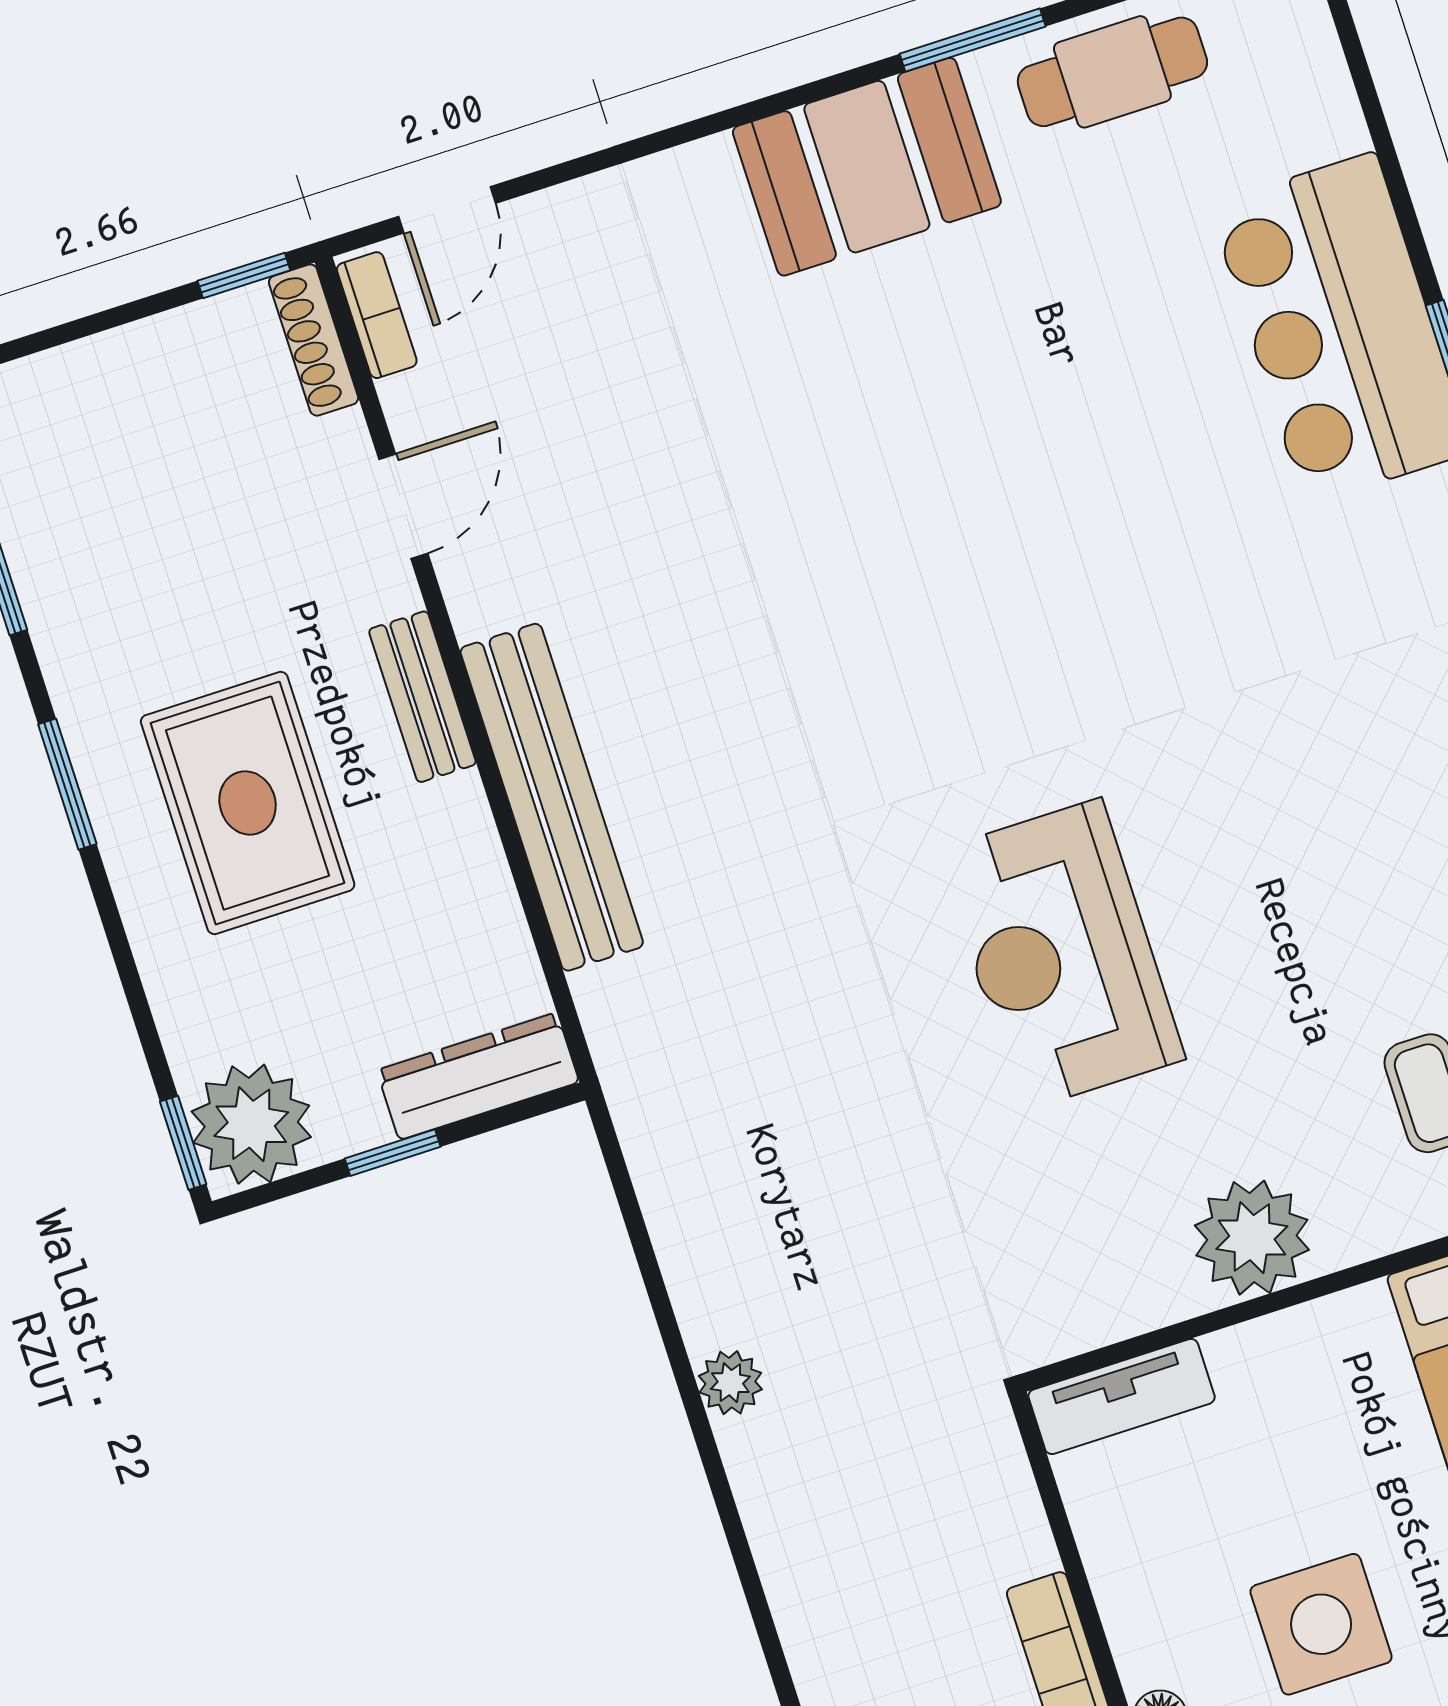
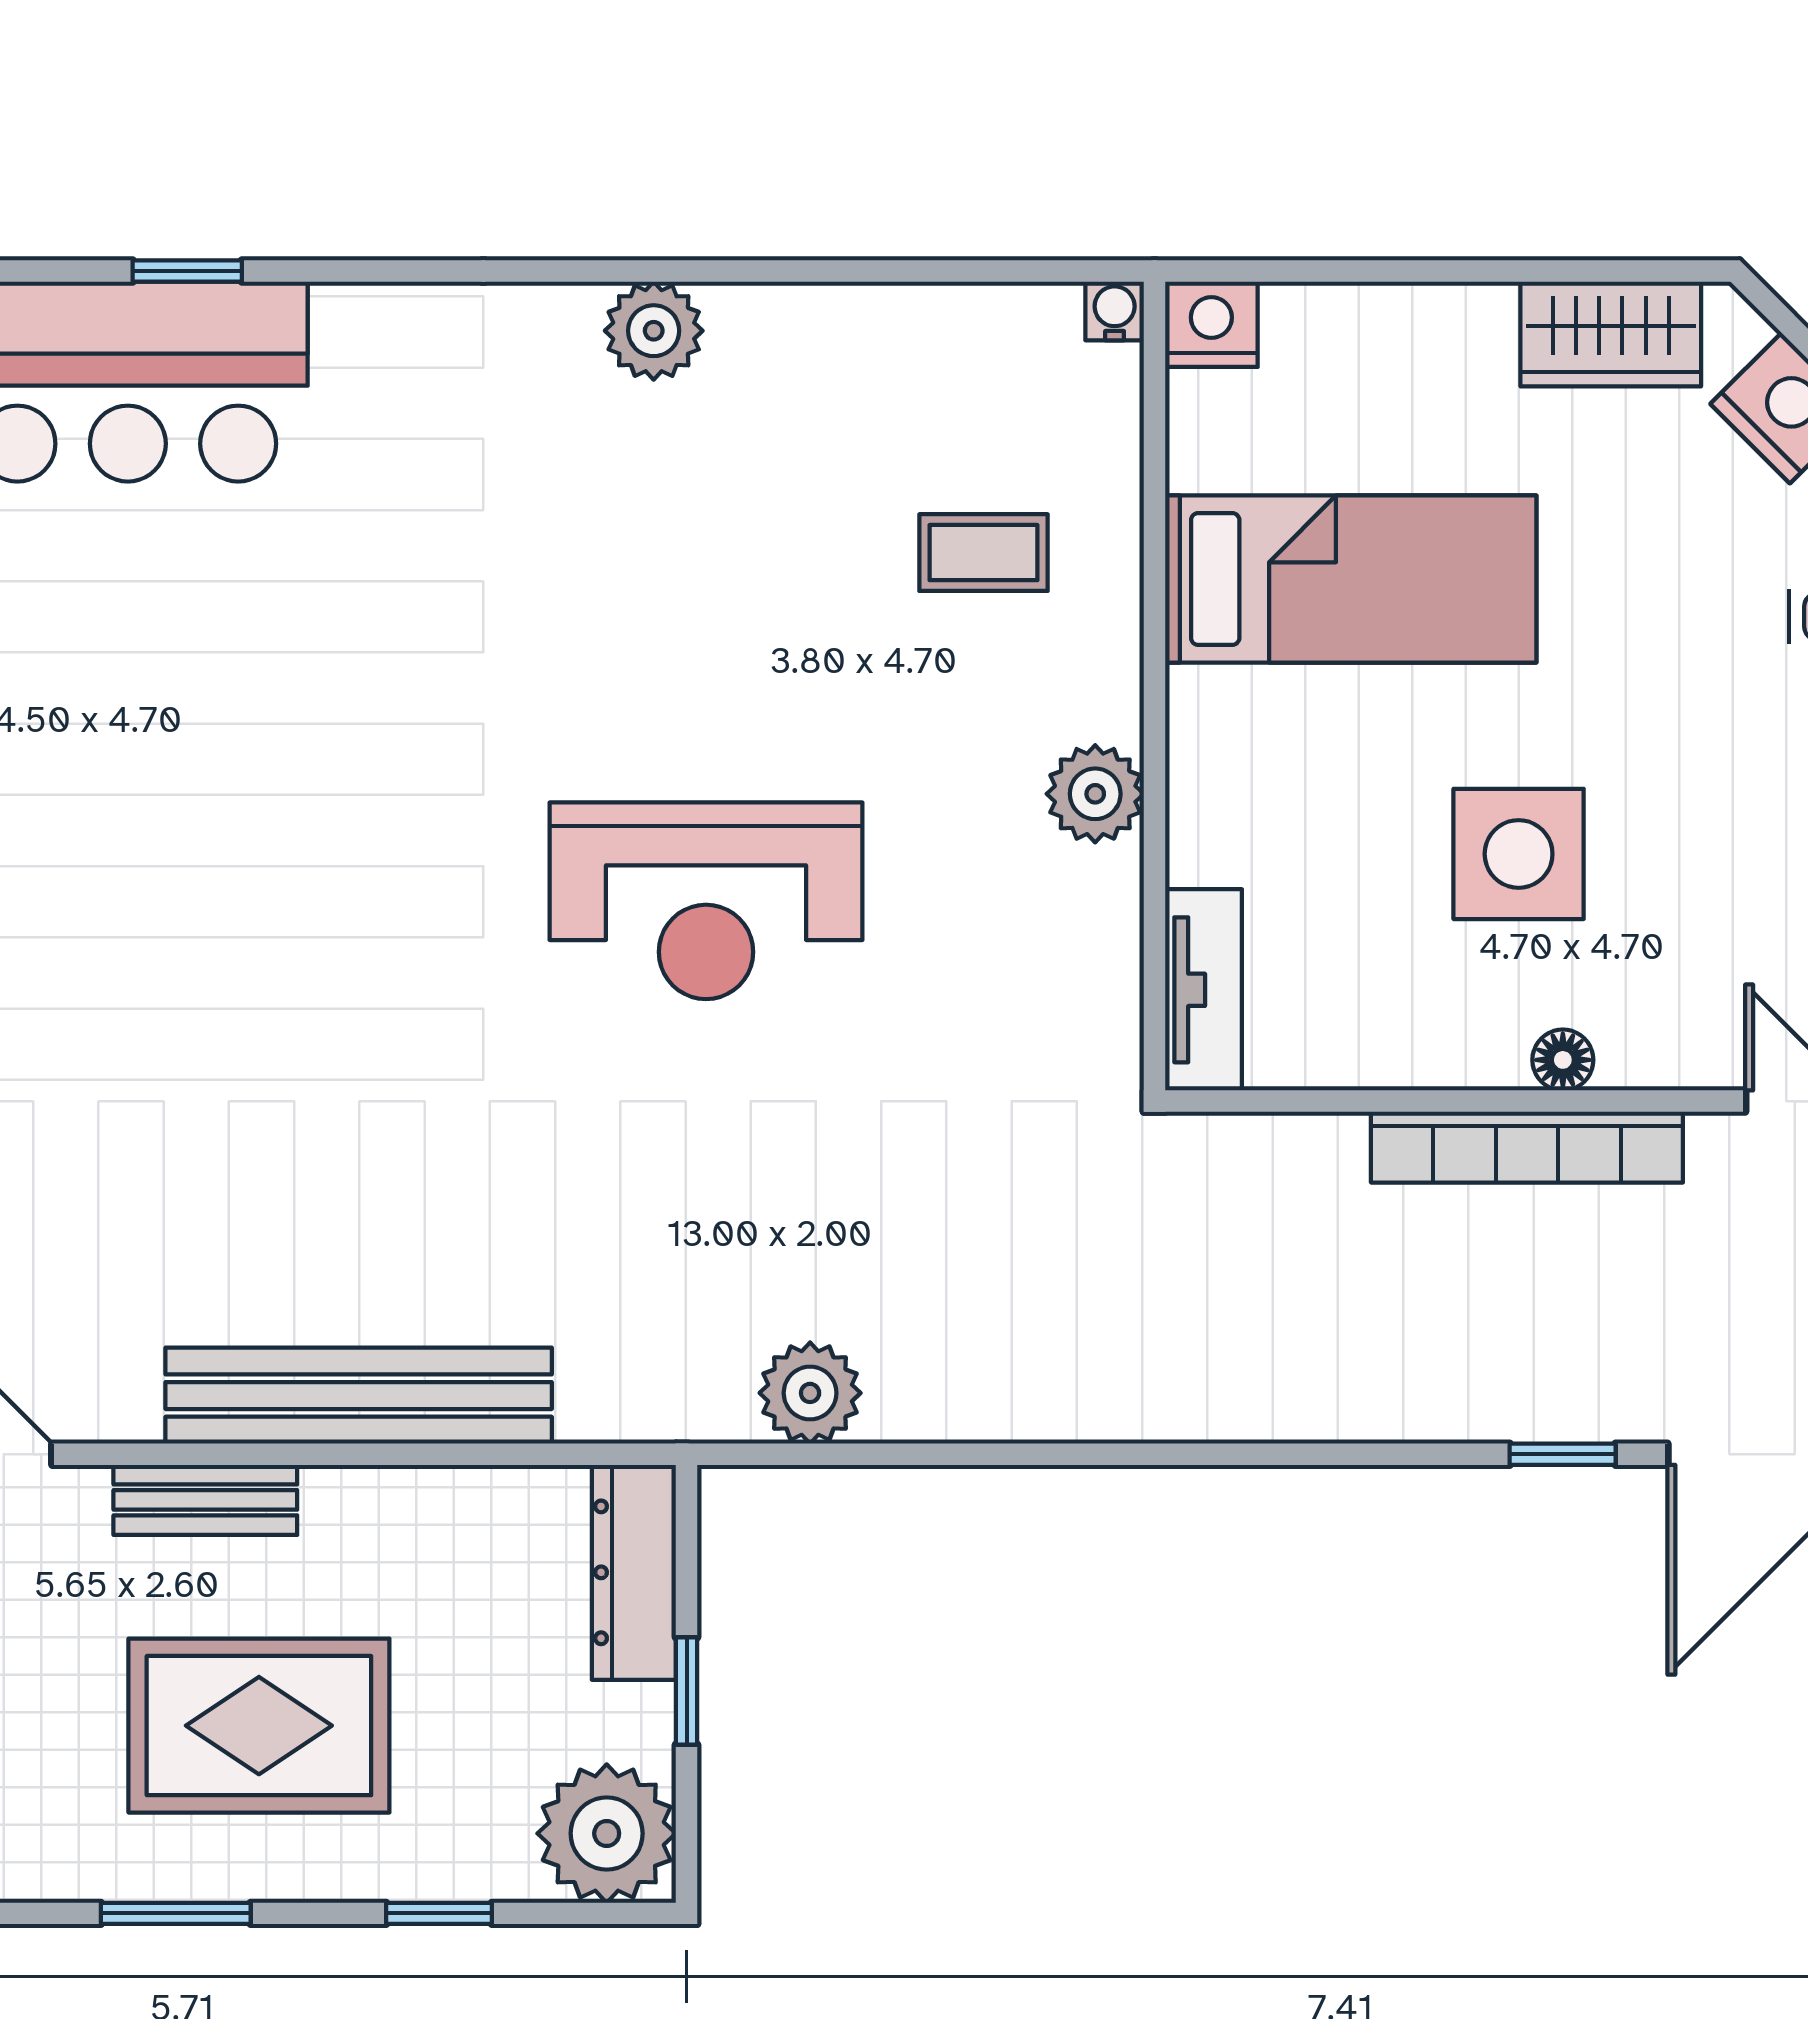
window: (183, 1143) -> (439, 1913), moved
plant: (1252, 1238) -> (1095, 794), width x0.73, depth x0.73
plant: (730, 1383) -> (810, 1393), moved, width x1.38, depth x1.38

